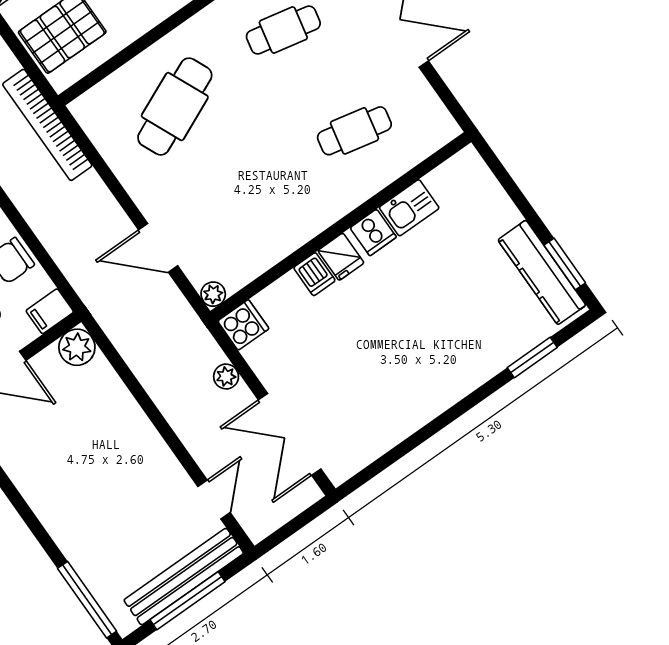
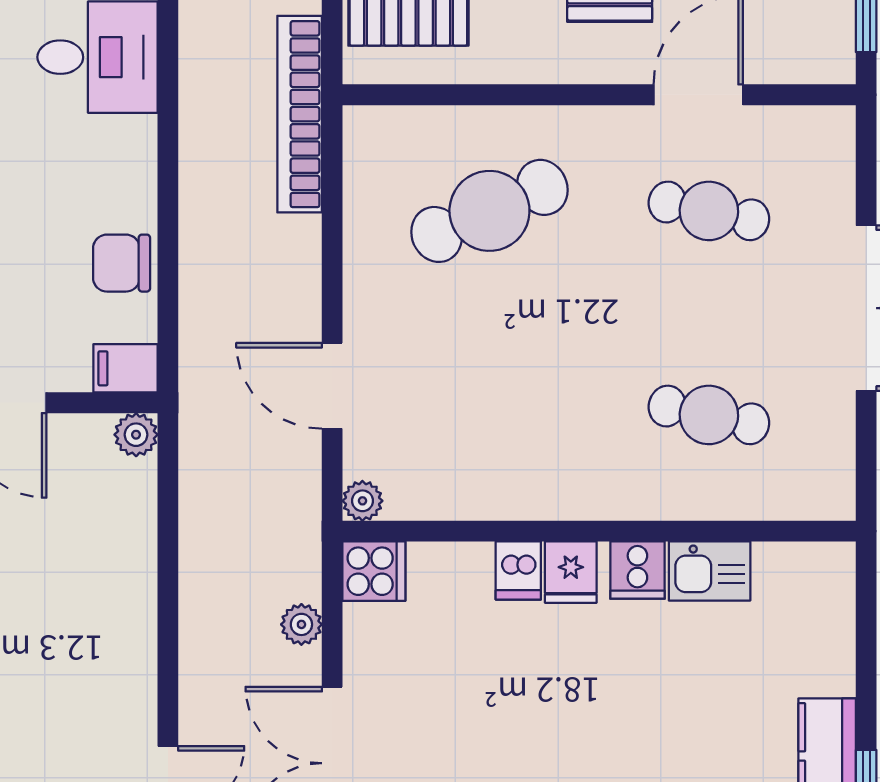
plant: (77, 347) -> (136, 435), width x0.73, depth x0.73

